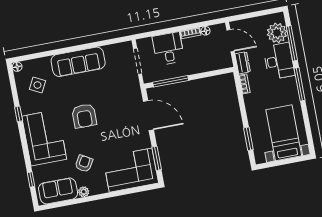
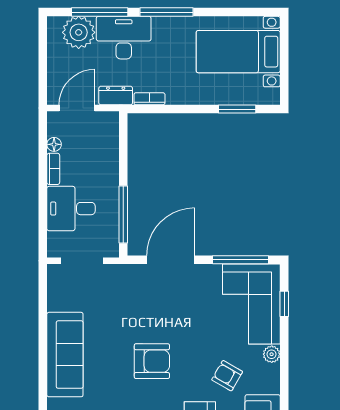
window: (157, 158) -> (241, 260), width x1.44
window: (135, 190) -> (284, 304), added
plant: (84, 192) -> (272, 354), moved

